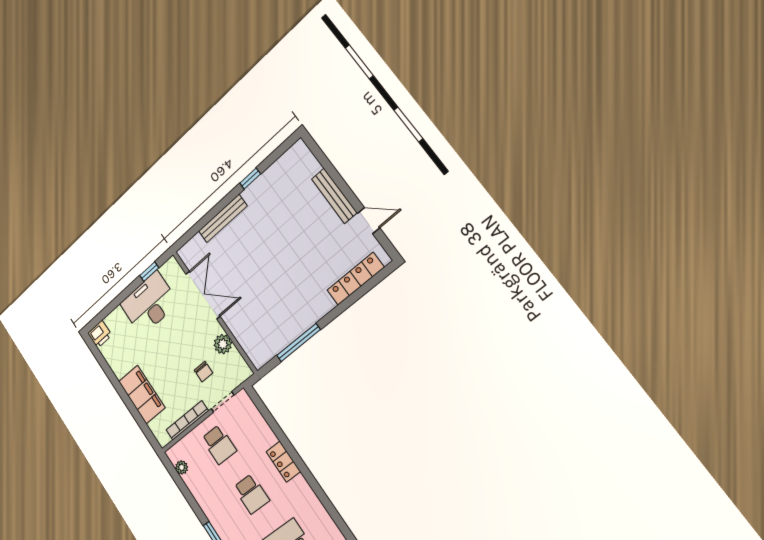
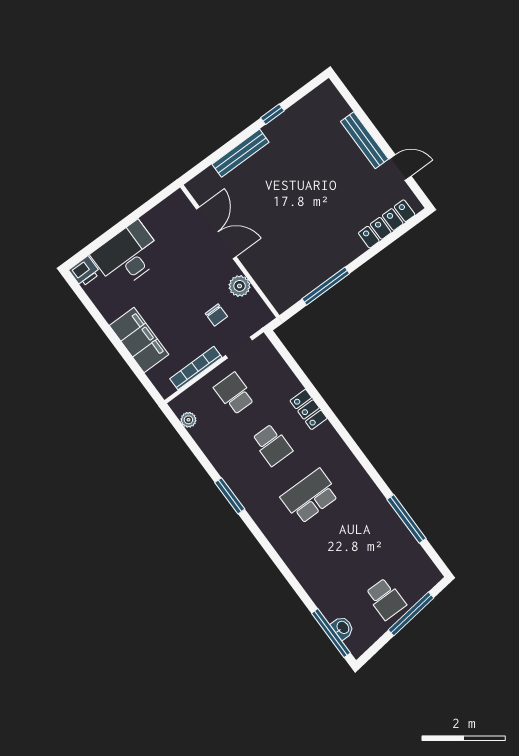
window: (149, 272) -> (150, 204), removed
desk: (149, 303) -> (128, 256), moved
school desk: (219, 445) -> (234, 394), turned 180

